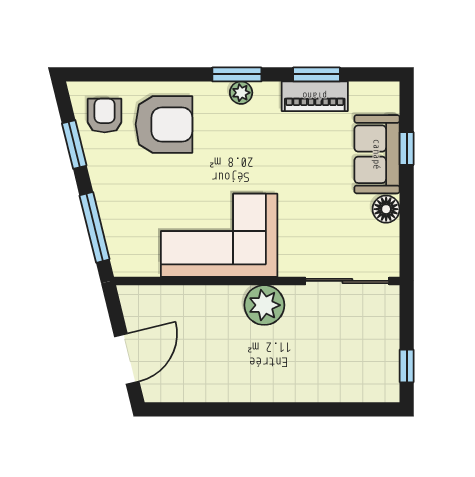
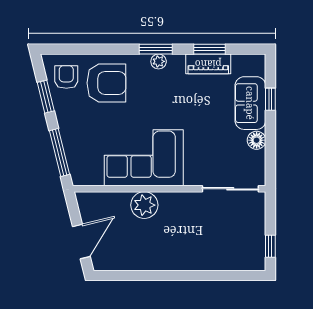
plant: (264, 305) -> (144, 205), moved

